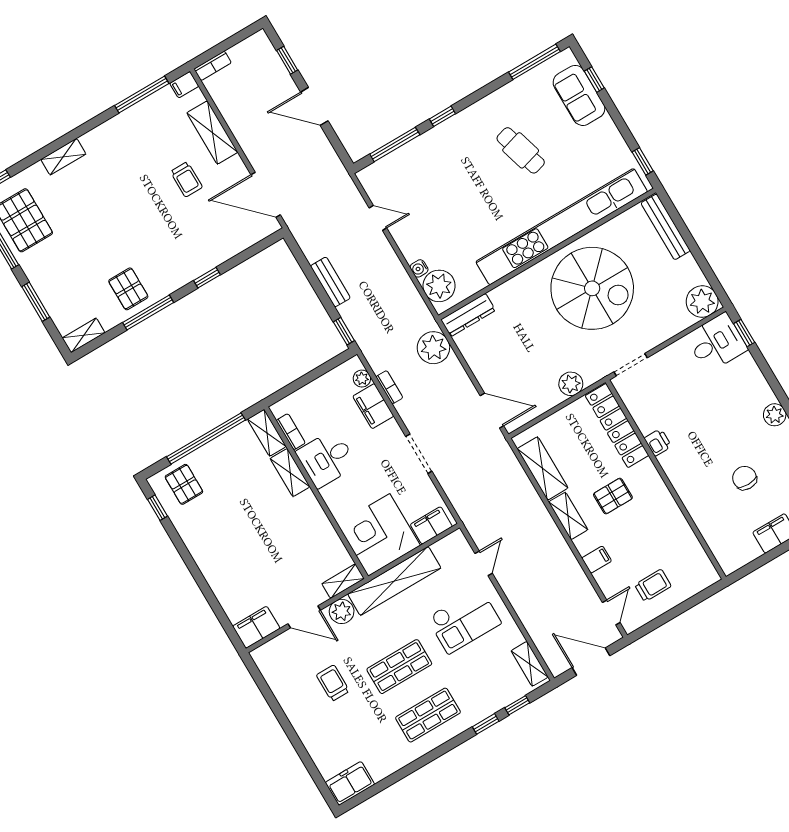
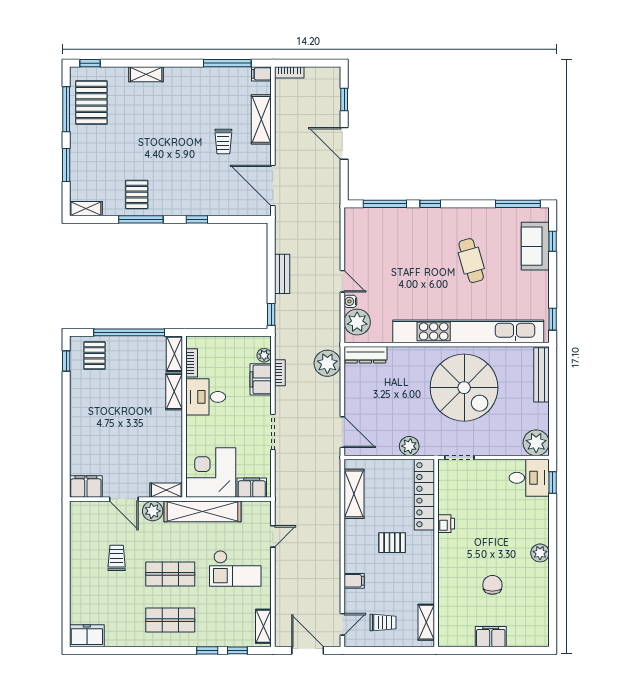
door: (378, 218) -> (342, 281), moved
shelving: (568, 516) -> (426, 622), moved

